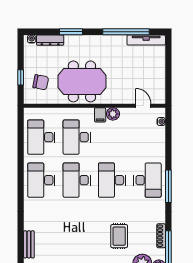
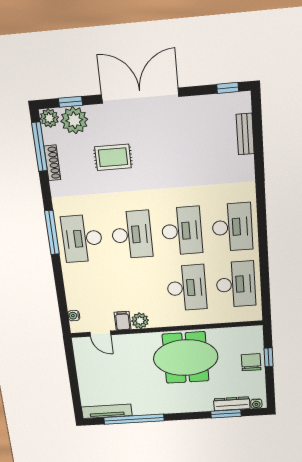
window: (71, 32) -> (226, 414), moved
chair: (41, 82) -> (251, 362), moved, turned 79
filing cabinet: (100, 115) -> (123, 321), moved
rug: (119, 236) -> (113, 157), turned 90

